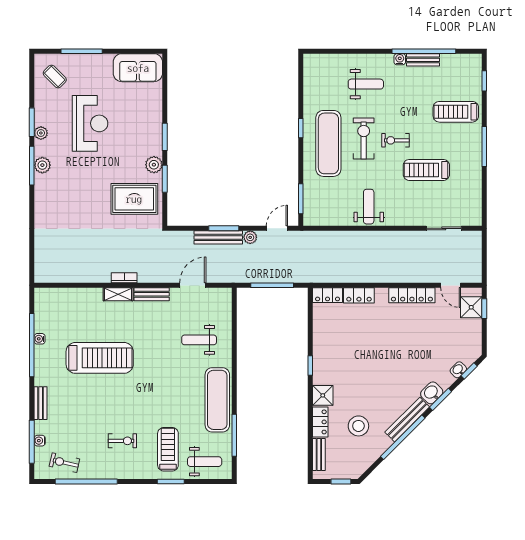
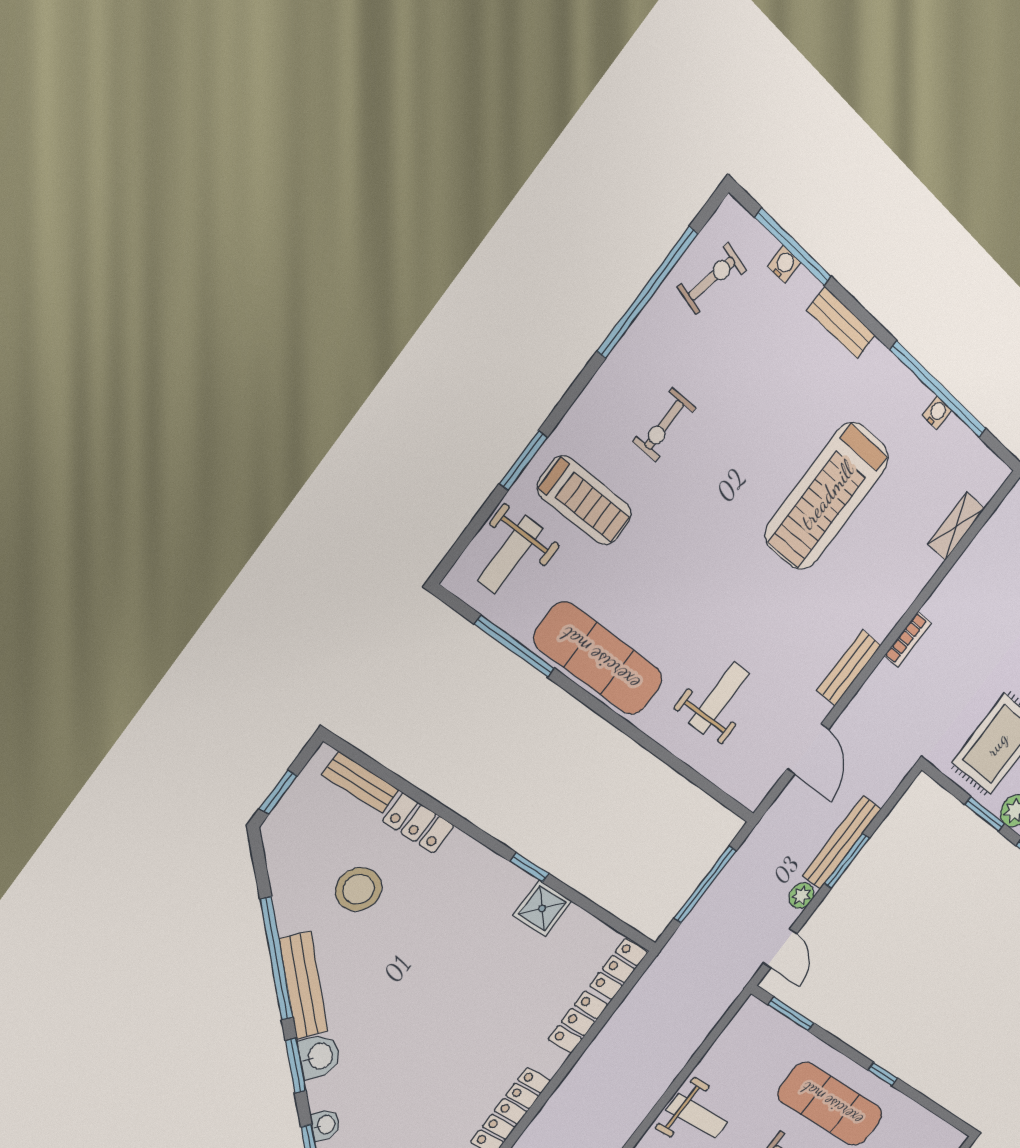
shelving: (118, 294) -> (956, 526), moved
shower: (323, 395) -> (542, 908), moved

